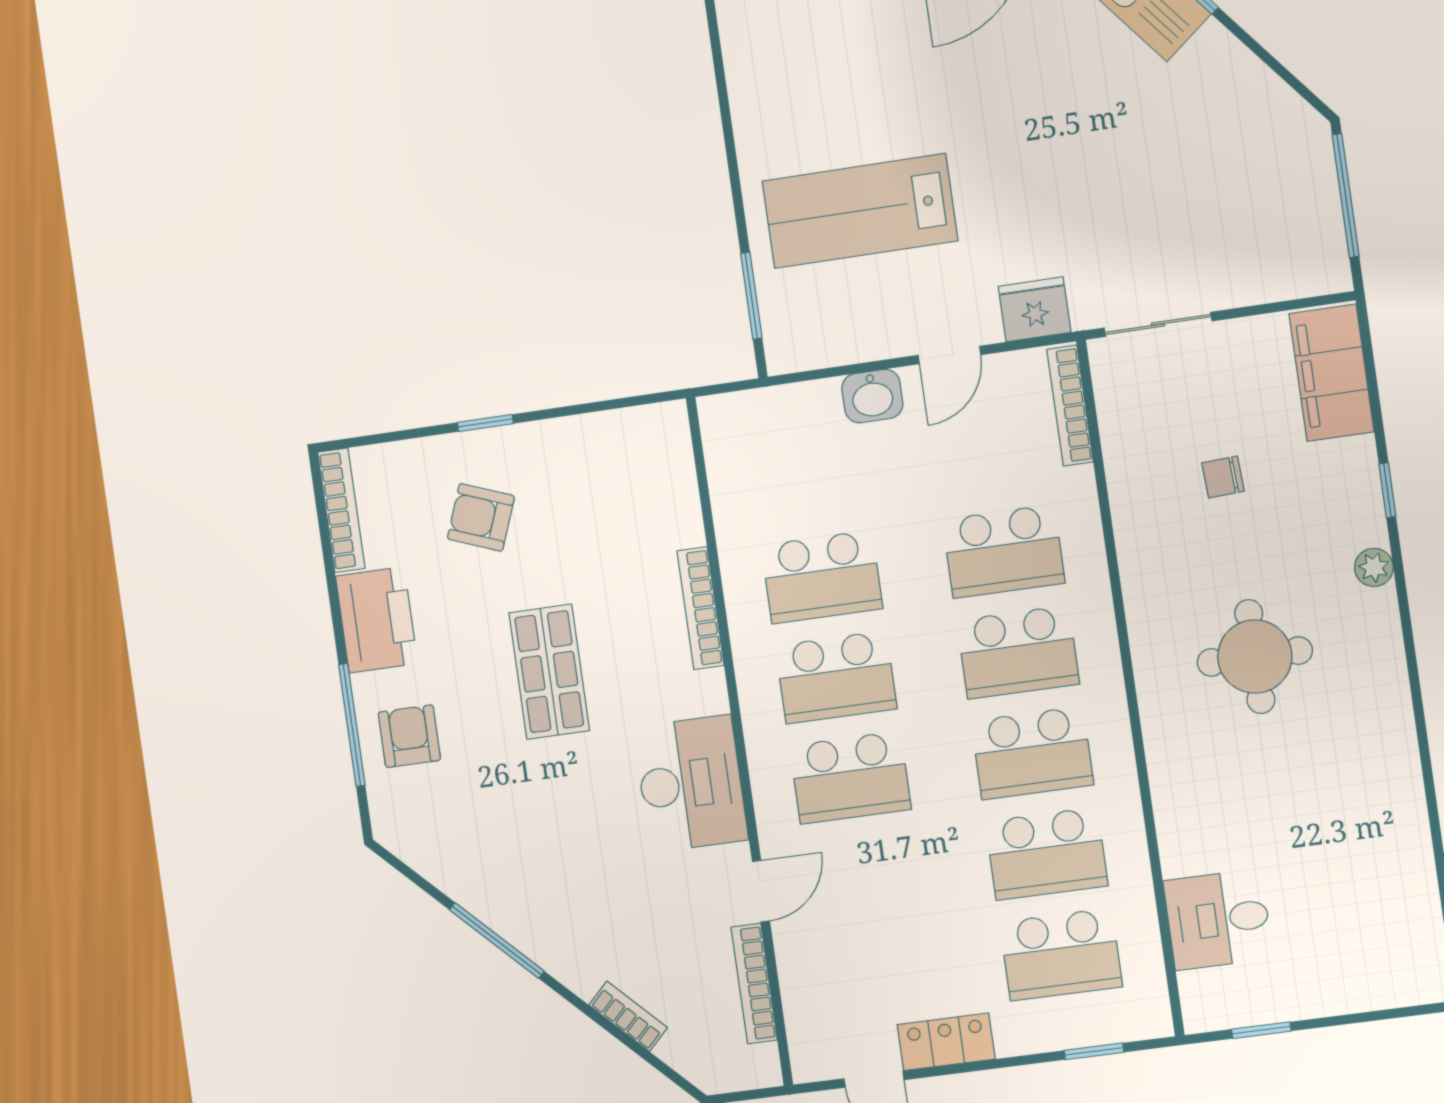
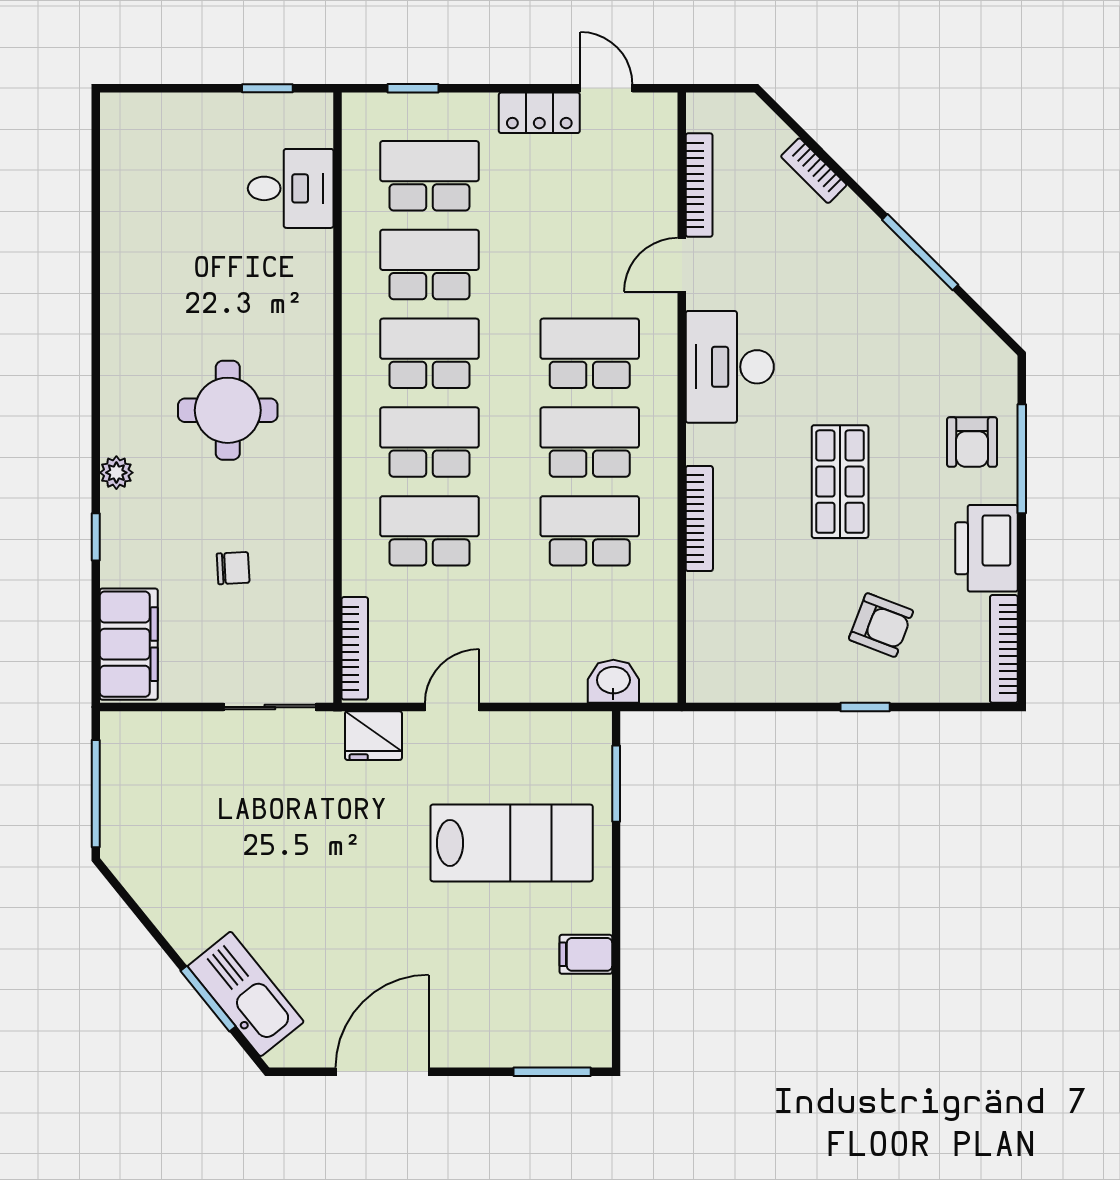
filing cabinet: (758, 98) -> (586, 954), added
washbasin: (872, 396) -> (613, 681), moved

